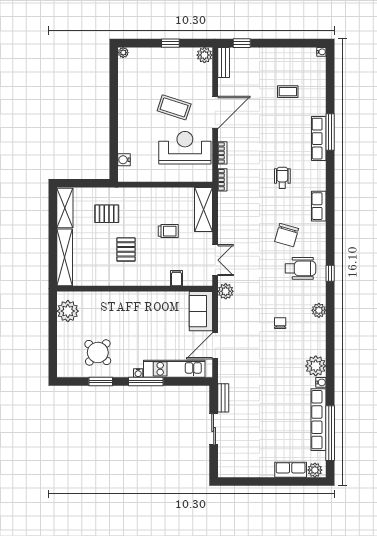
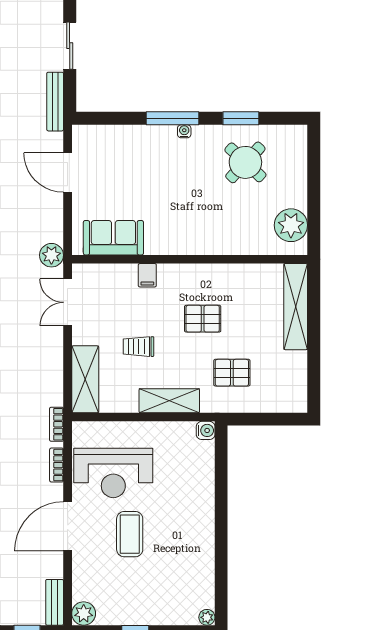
coffee table: (174, 107) -> (130, 534), turned 72
water cooler: (124, 160) -> (206, 430), moved
shelving: (65, 208) -> (169, 401), moved, turned 90
pallet: (126, 249) -> (203, 319), turned 90
filing cabinet: (176, 278) -> (147, 275), moved
sofa: (201, 311) -> (113, 238), moved, turned -90
door: (215, 346) -> (68, 173), swing flipped
kitchen unit: (174, 369) -> (129, 138), removed
bench: (223, 398) -> (55, 102), width x1.36

